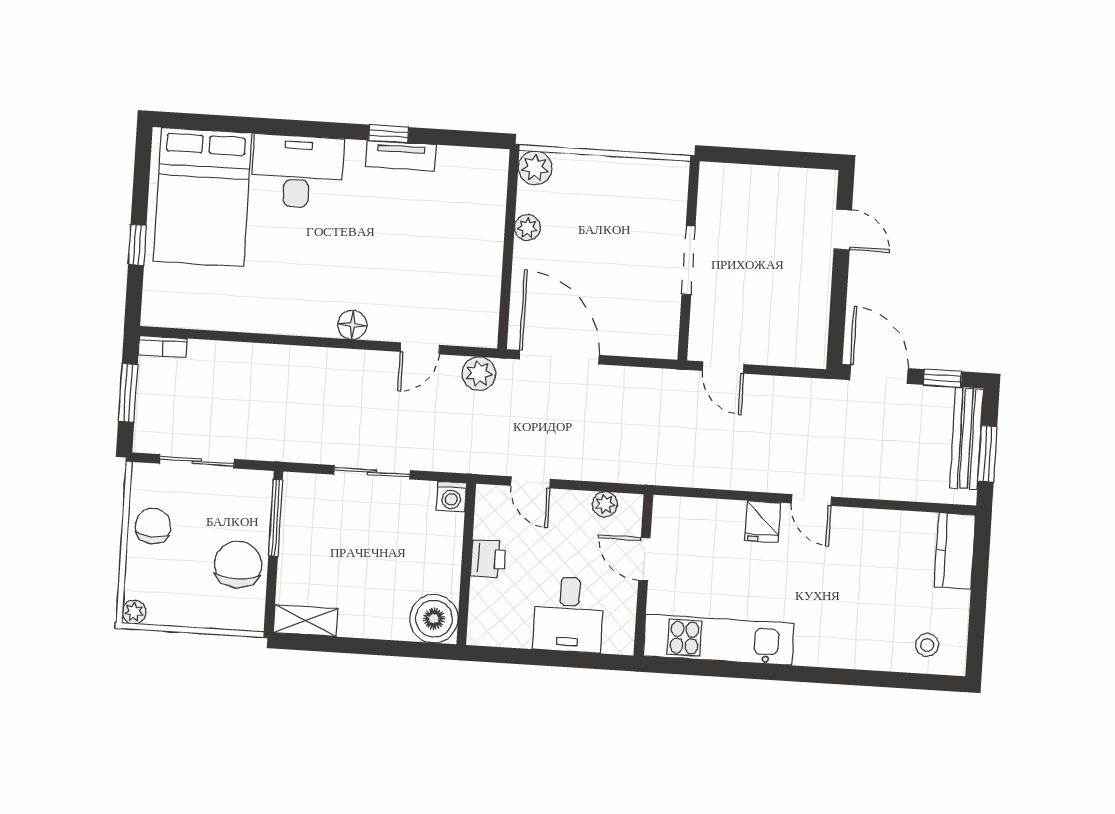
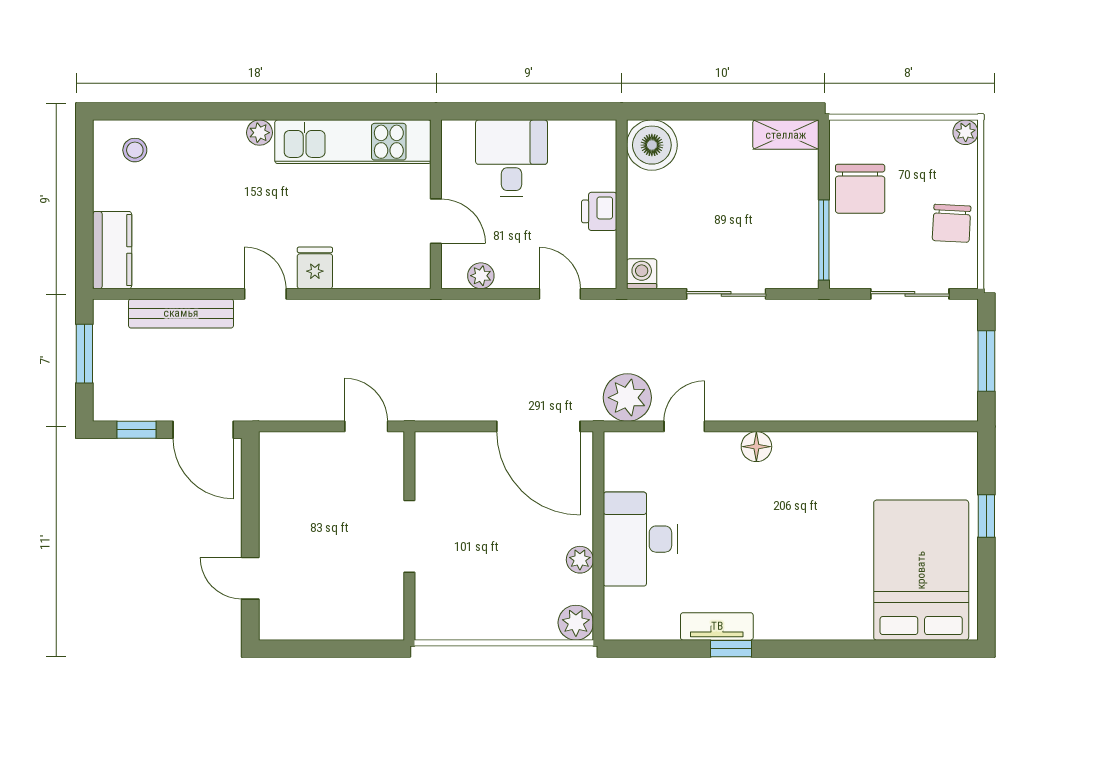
desk: (297, 171) -> (640, 539), moved, turned 90
bookcase: (163, 347) -> (953, 411), removed
plant: (479, 374) -> (627, 398), width x1.36, depth x1.36
bench: (966, 438) -> (181, 313), moved, turned 90
plant: (807, 654) -> (259, 133), added

